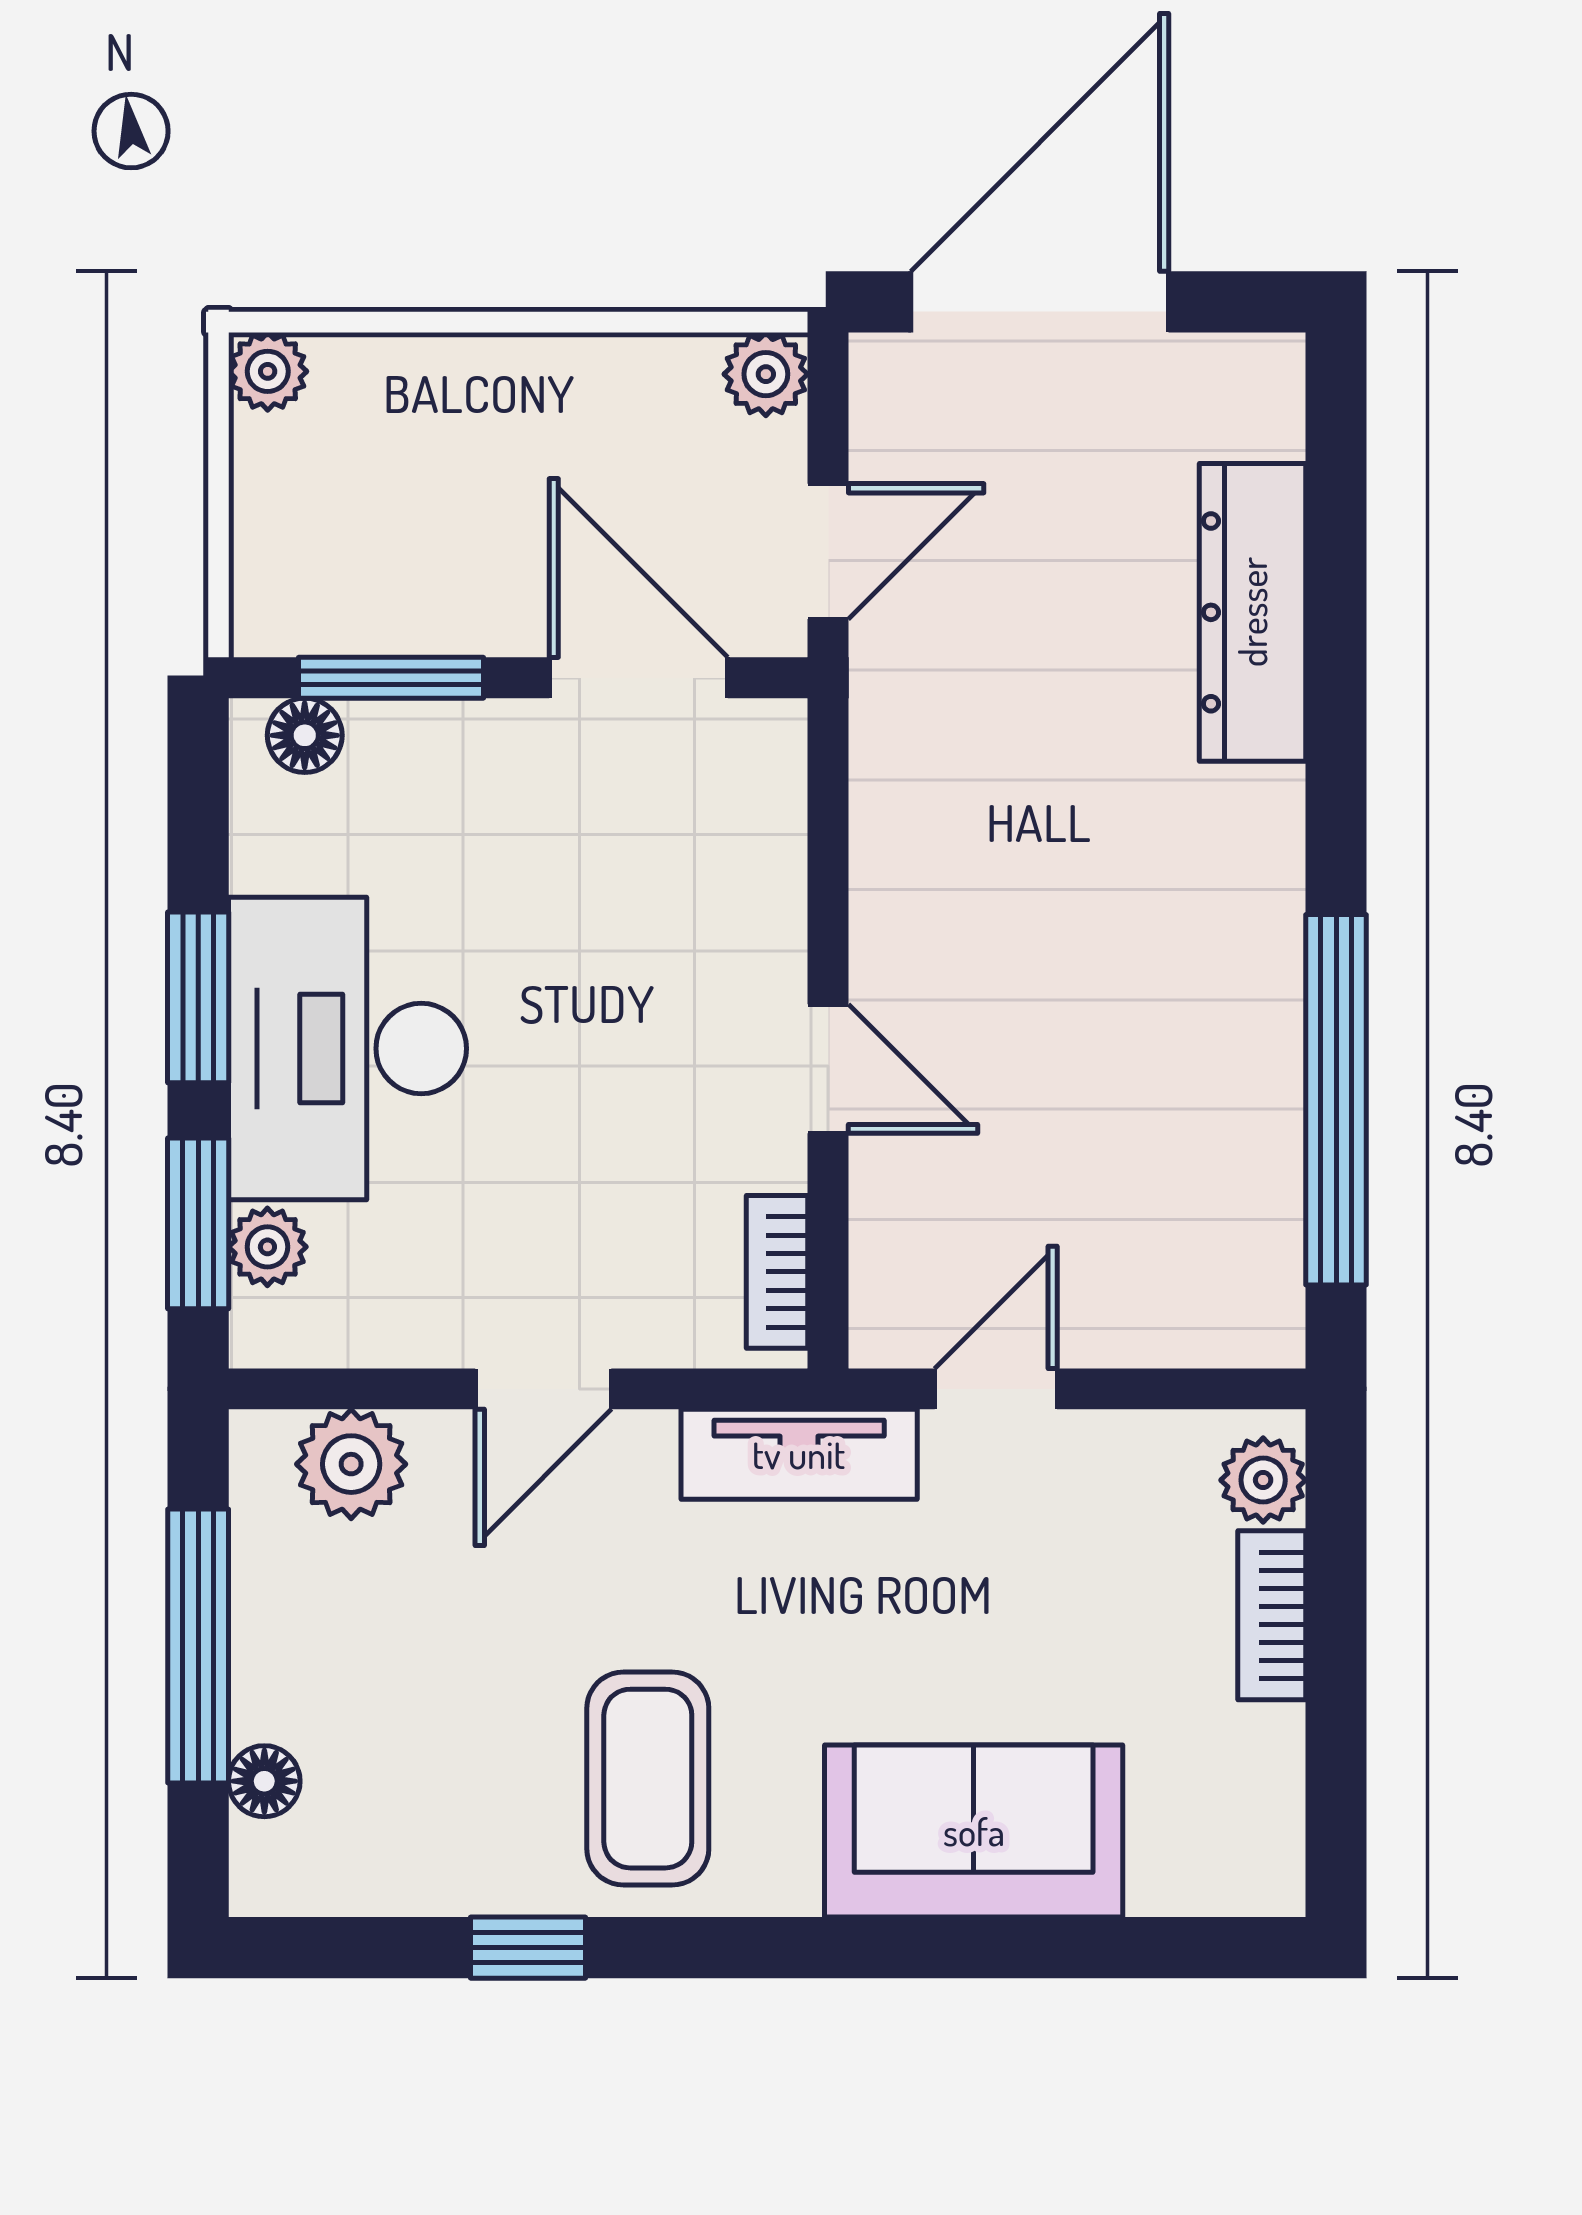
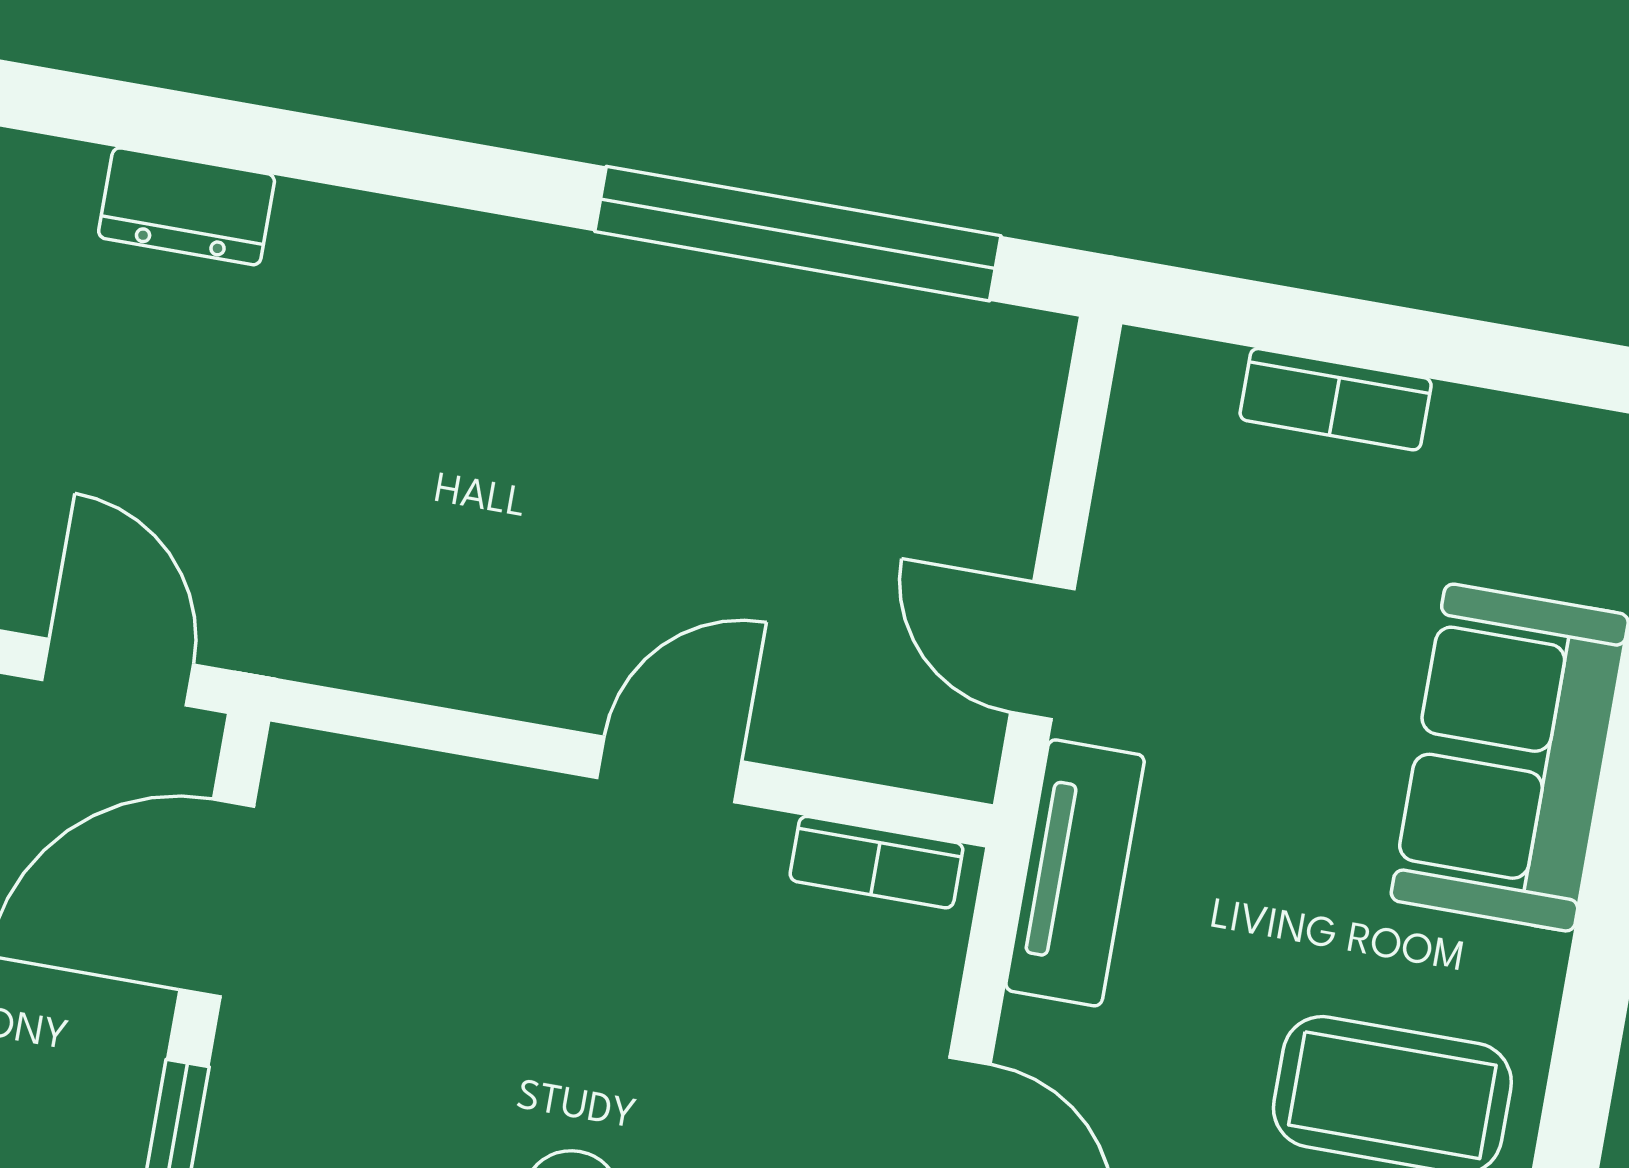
dresser: (1252, 612) -> (187, 206), width x0.51, depth x0.80
plant: (1263, 1480) -> (1190, 383), removed

